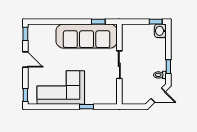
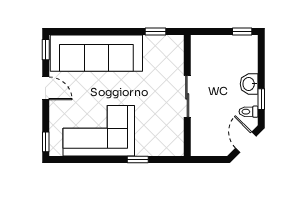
washbasin: (160, 31) -> (249, 84), moved
sofa: (87, 36) -> (96, 53), moved
door: (158, 95) -> (246, 142), swing flipped

